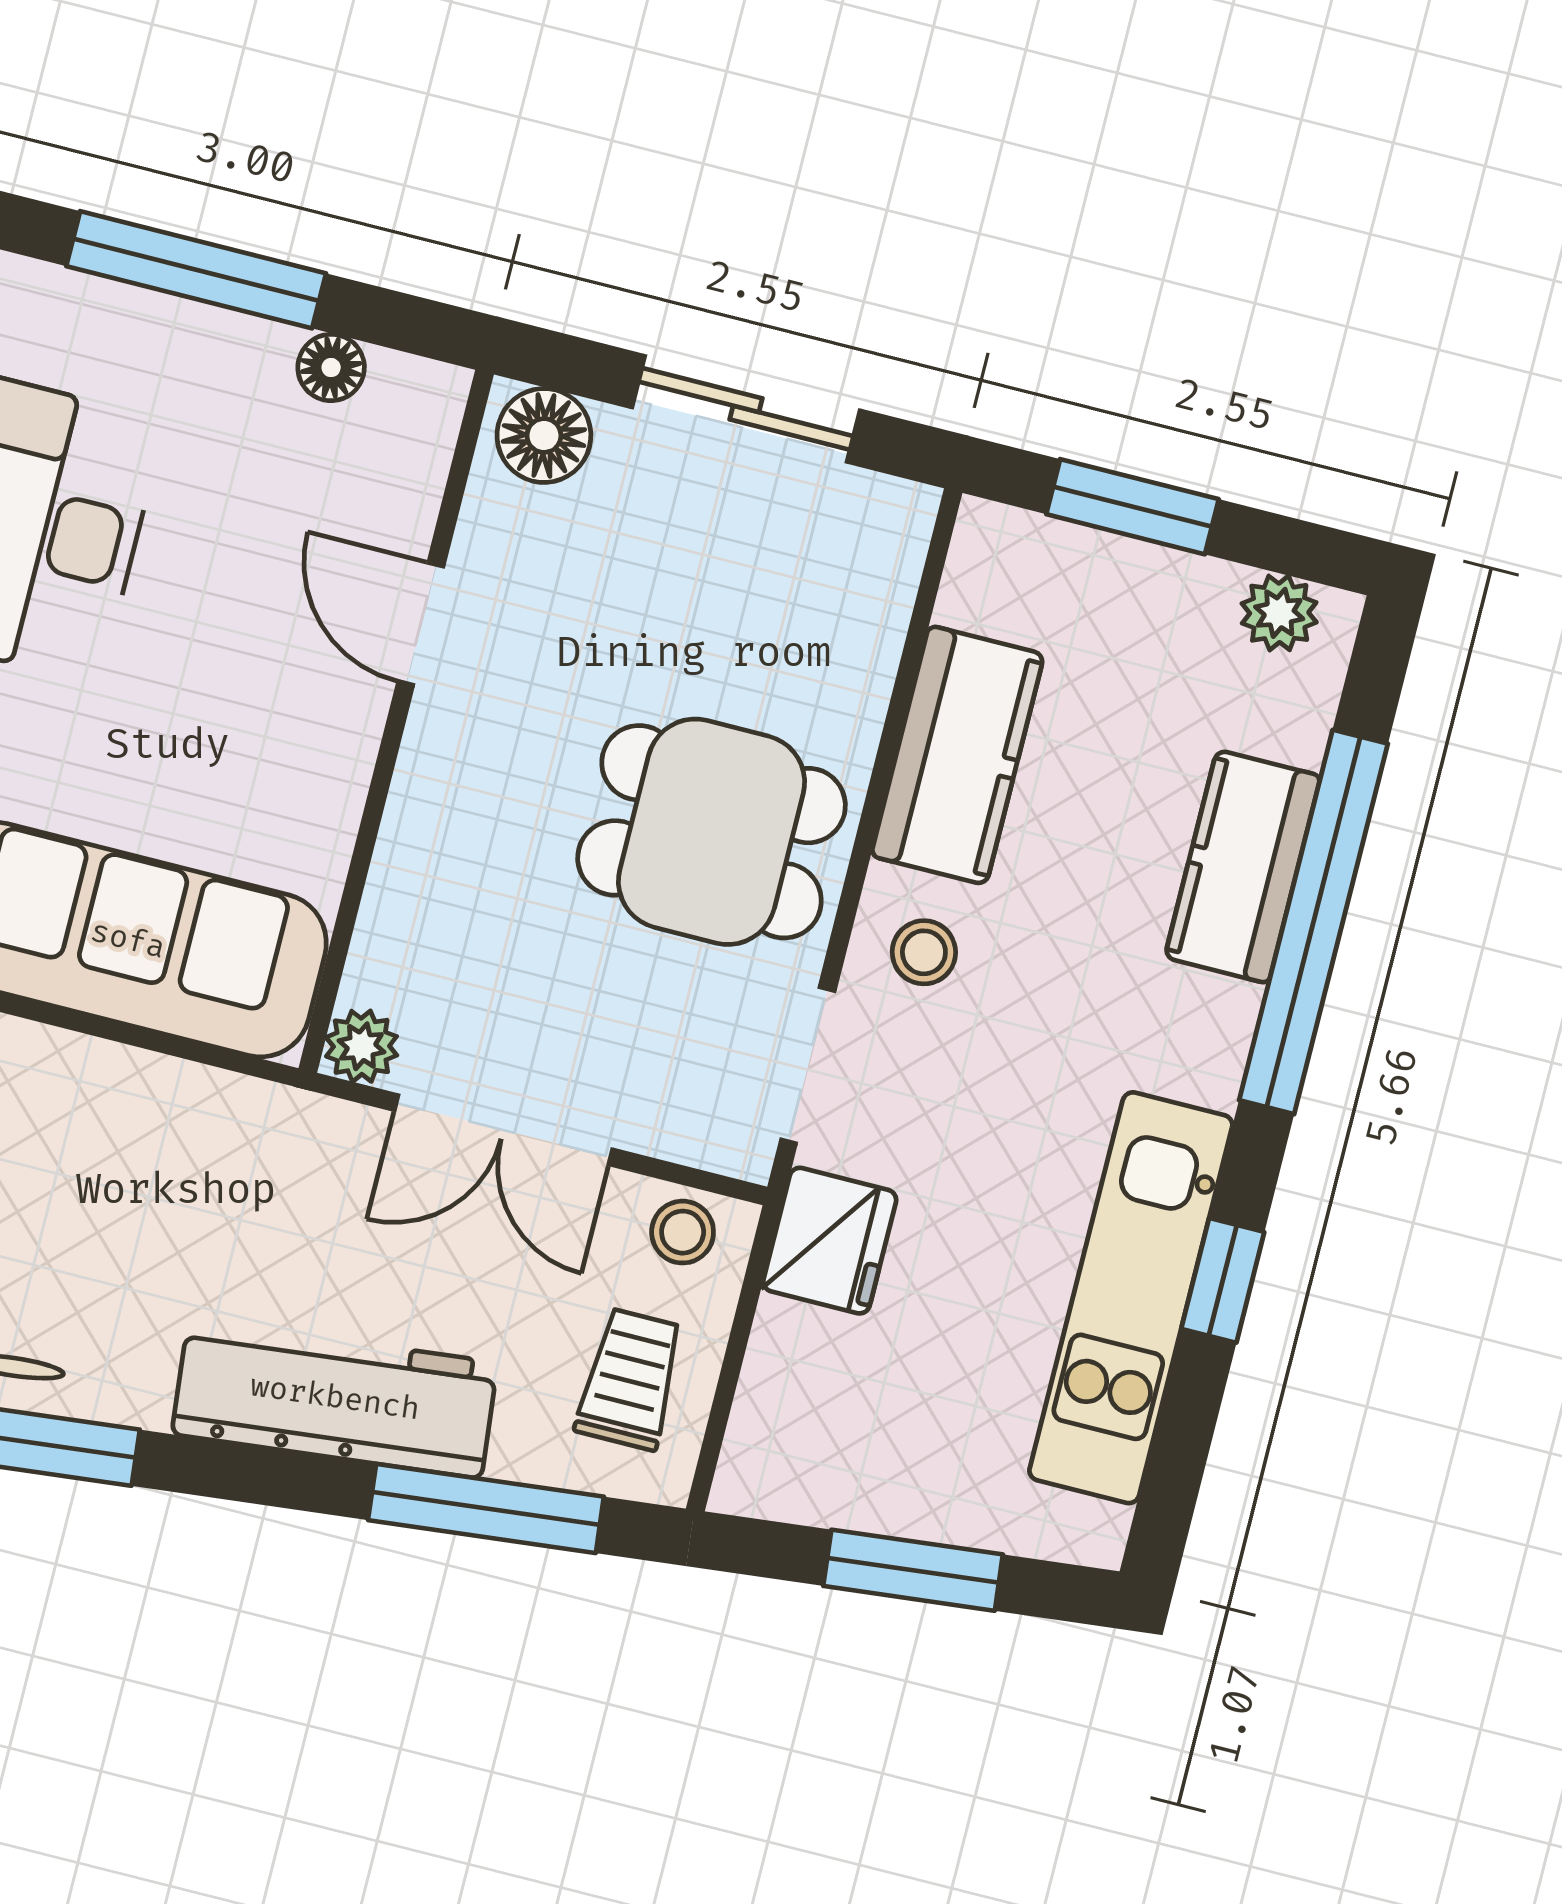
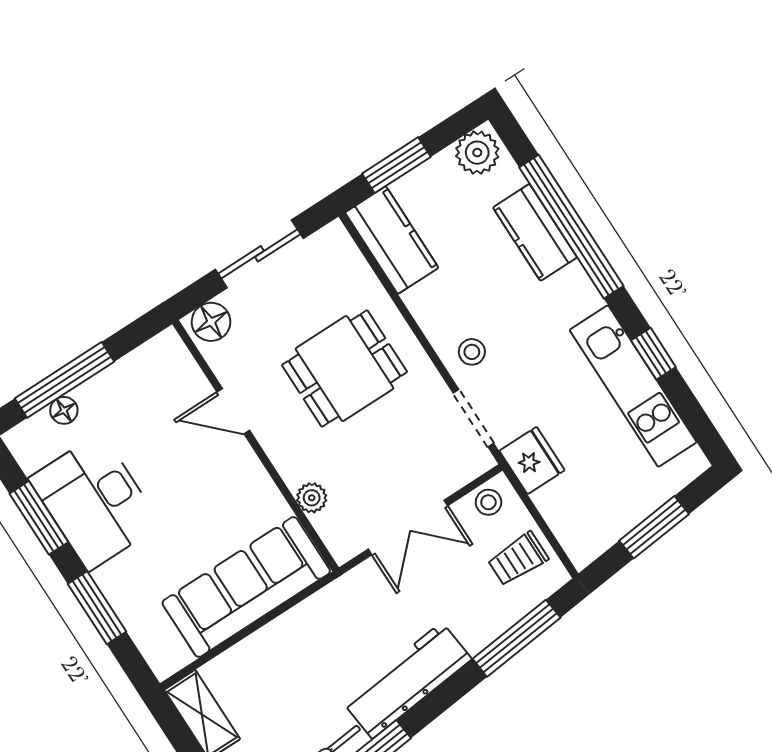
floor lamp: (331, 368) -> (64, 410), moved
plant: (1279, 613) -> (477, 153), width x1.38, depth x1.38
kitchen counter: (957, 755) -> (392, 240), moved
dining table: (712, 832) -> (345, 369), moved
plant: (361, 1046) -> (312, 498), moved
trolley: (630, 1379) -> (518, 559), turned -90
workbench: (335, 1398) -> (407, 680), moved

